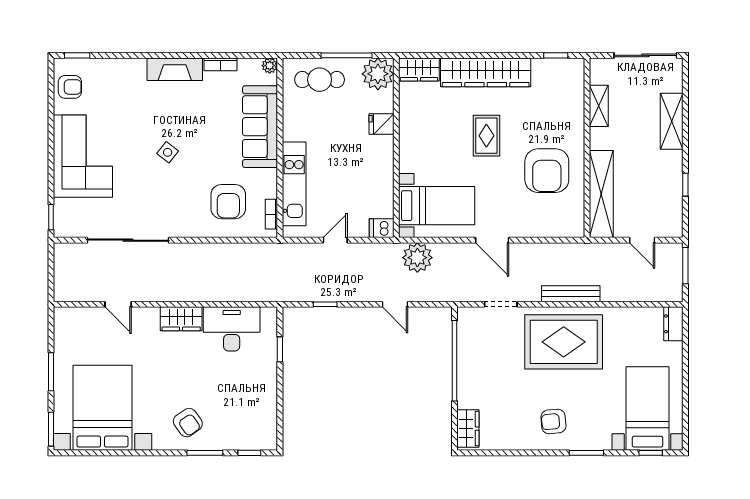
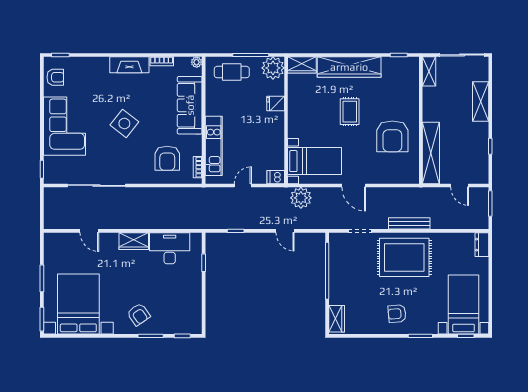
shelving: (599, 106) -> (429, 71), moved
side table: (168, 152) -> (124, 123), width x1.87, depth x1.87

